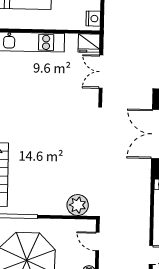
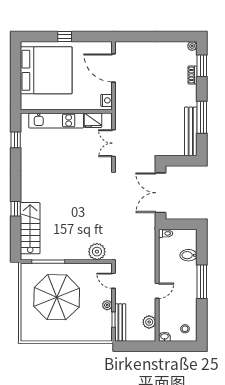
fridge: (89, 43) -> (93, 120), moved

